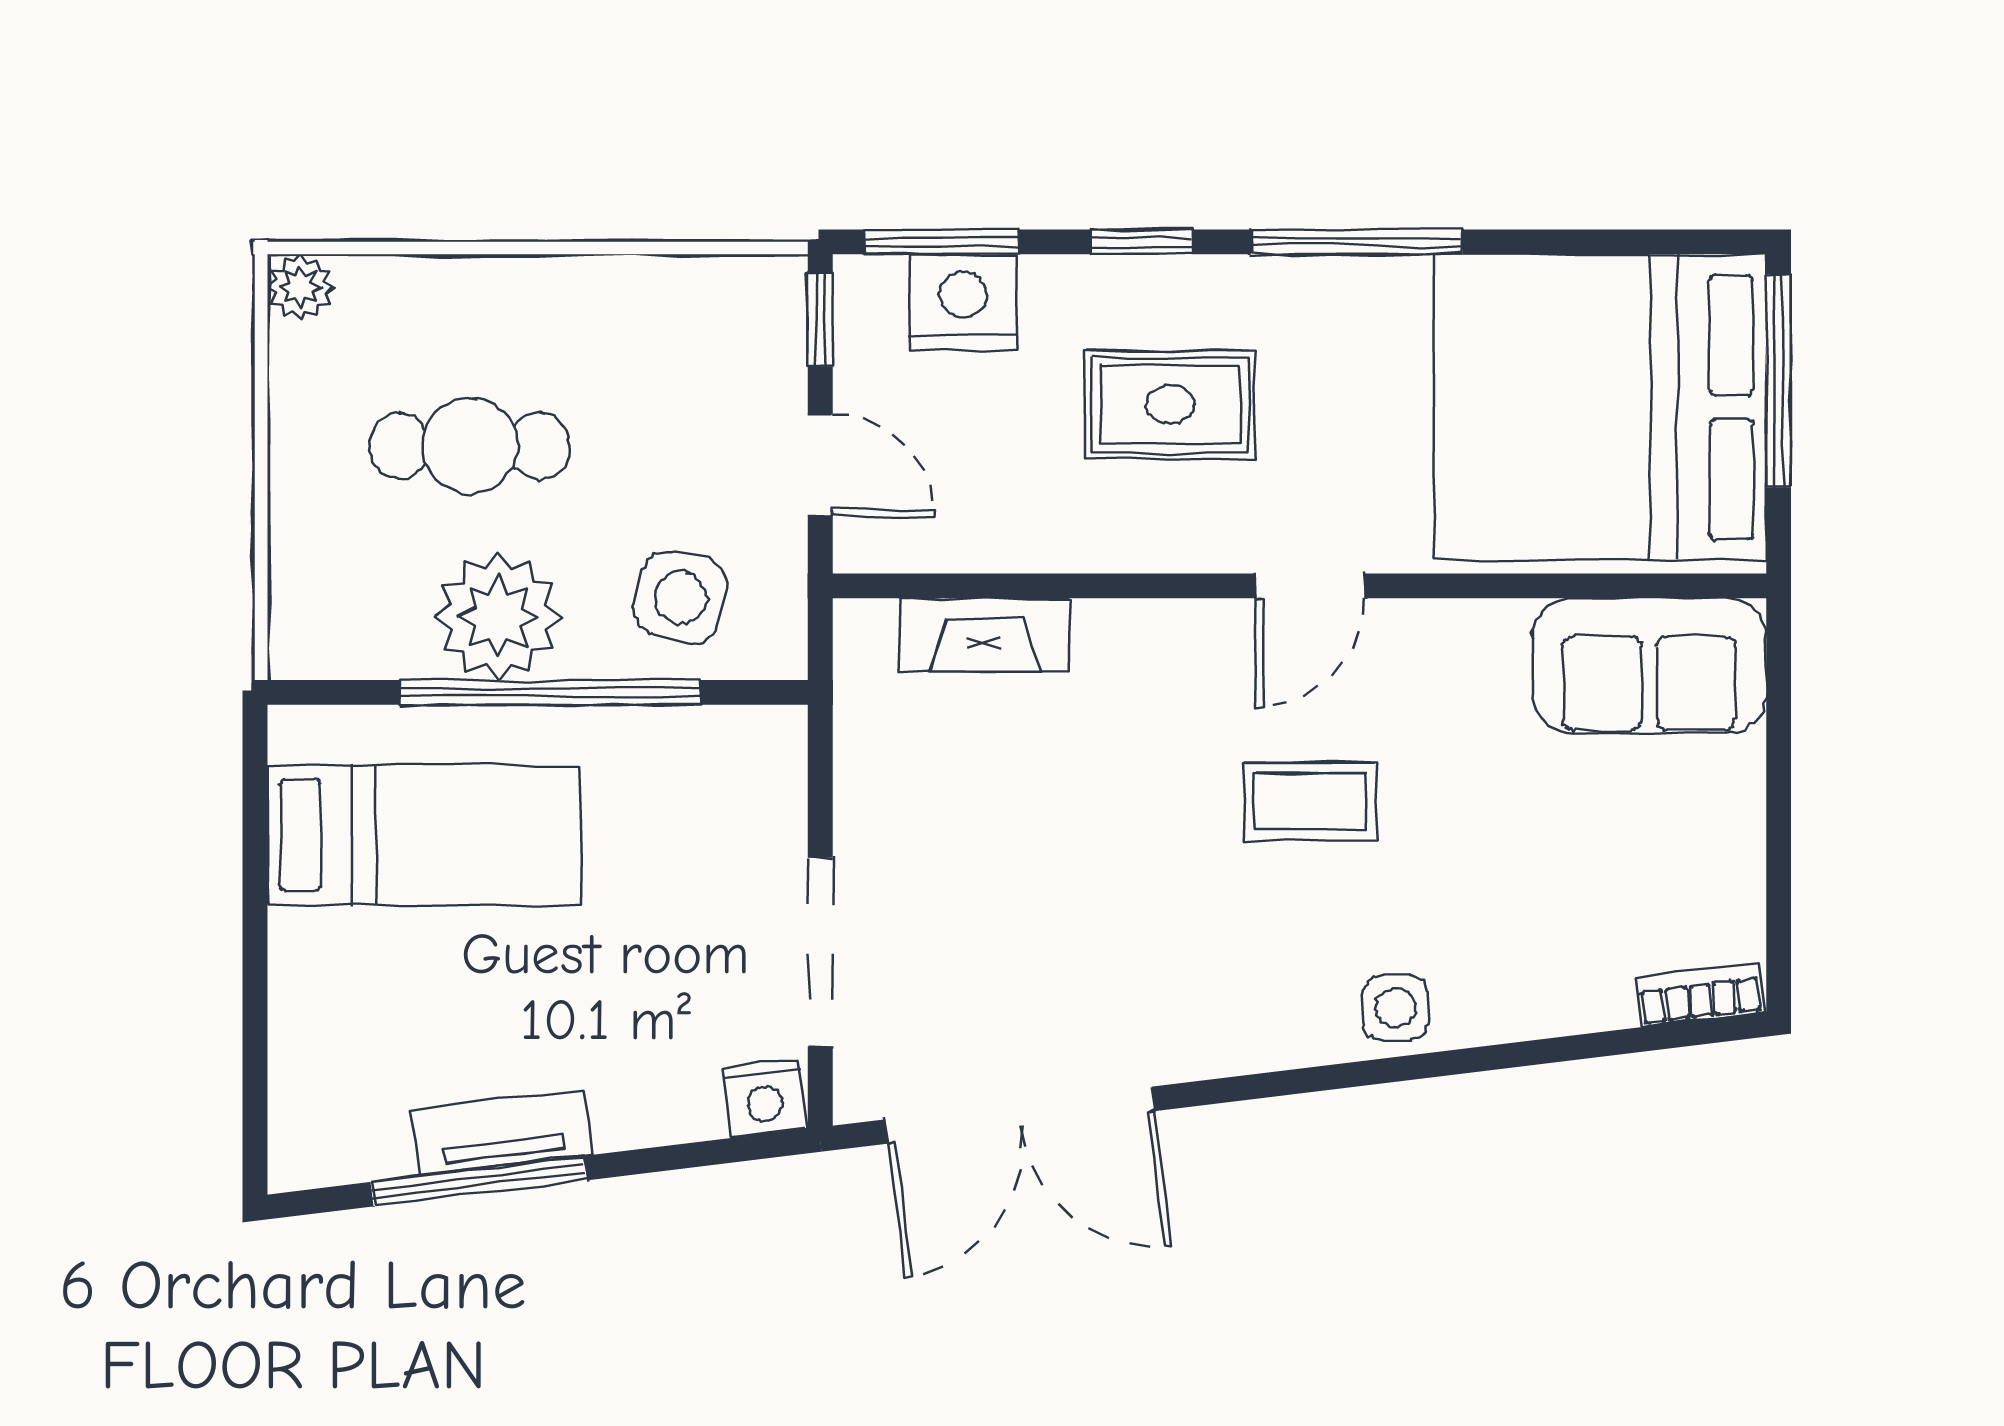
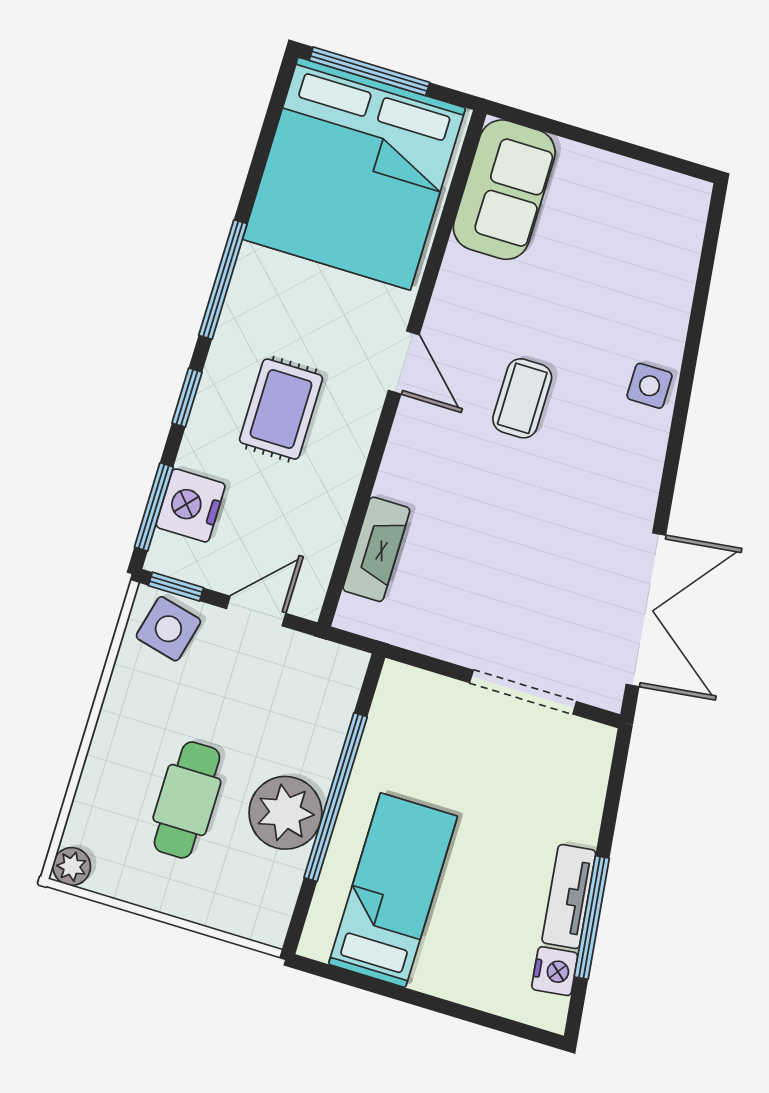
side table: (681, 598) -> (168, 629), moved
bookcase: (1700, 995) -> (693, 217), removed
nightstand: (764, 1098) -> (555, 971), moved

